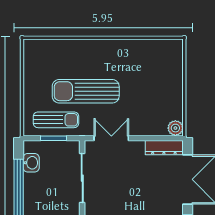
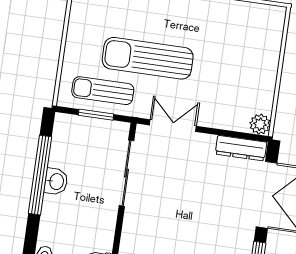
sun lounger: (56, 120) -> (103, 91), turned 180
washbasin: (31, 163) -> (56, 181), moved

